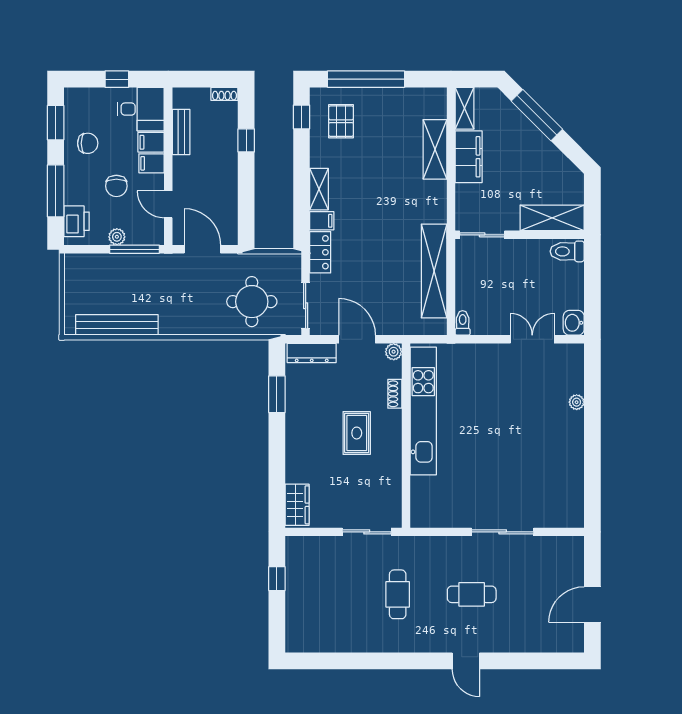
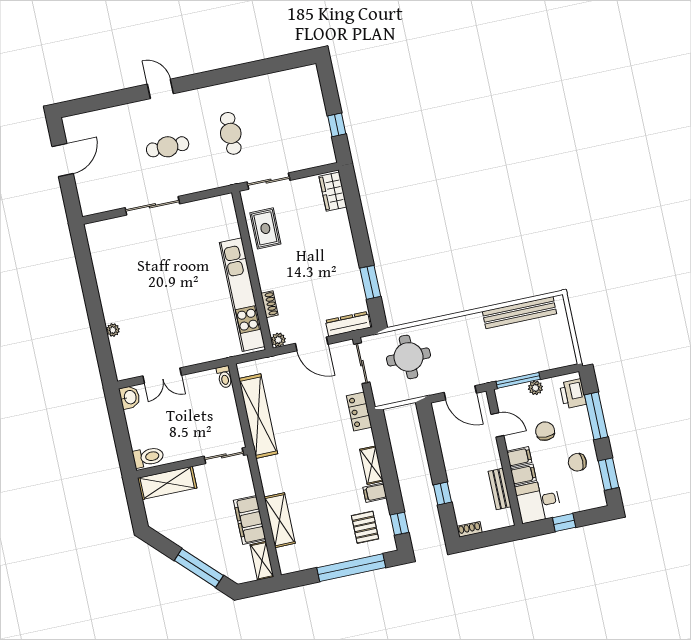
filing cabinet: (322, 221) -> (375, 493), moved
rug: (357, 433) -> (265, 228), moved

